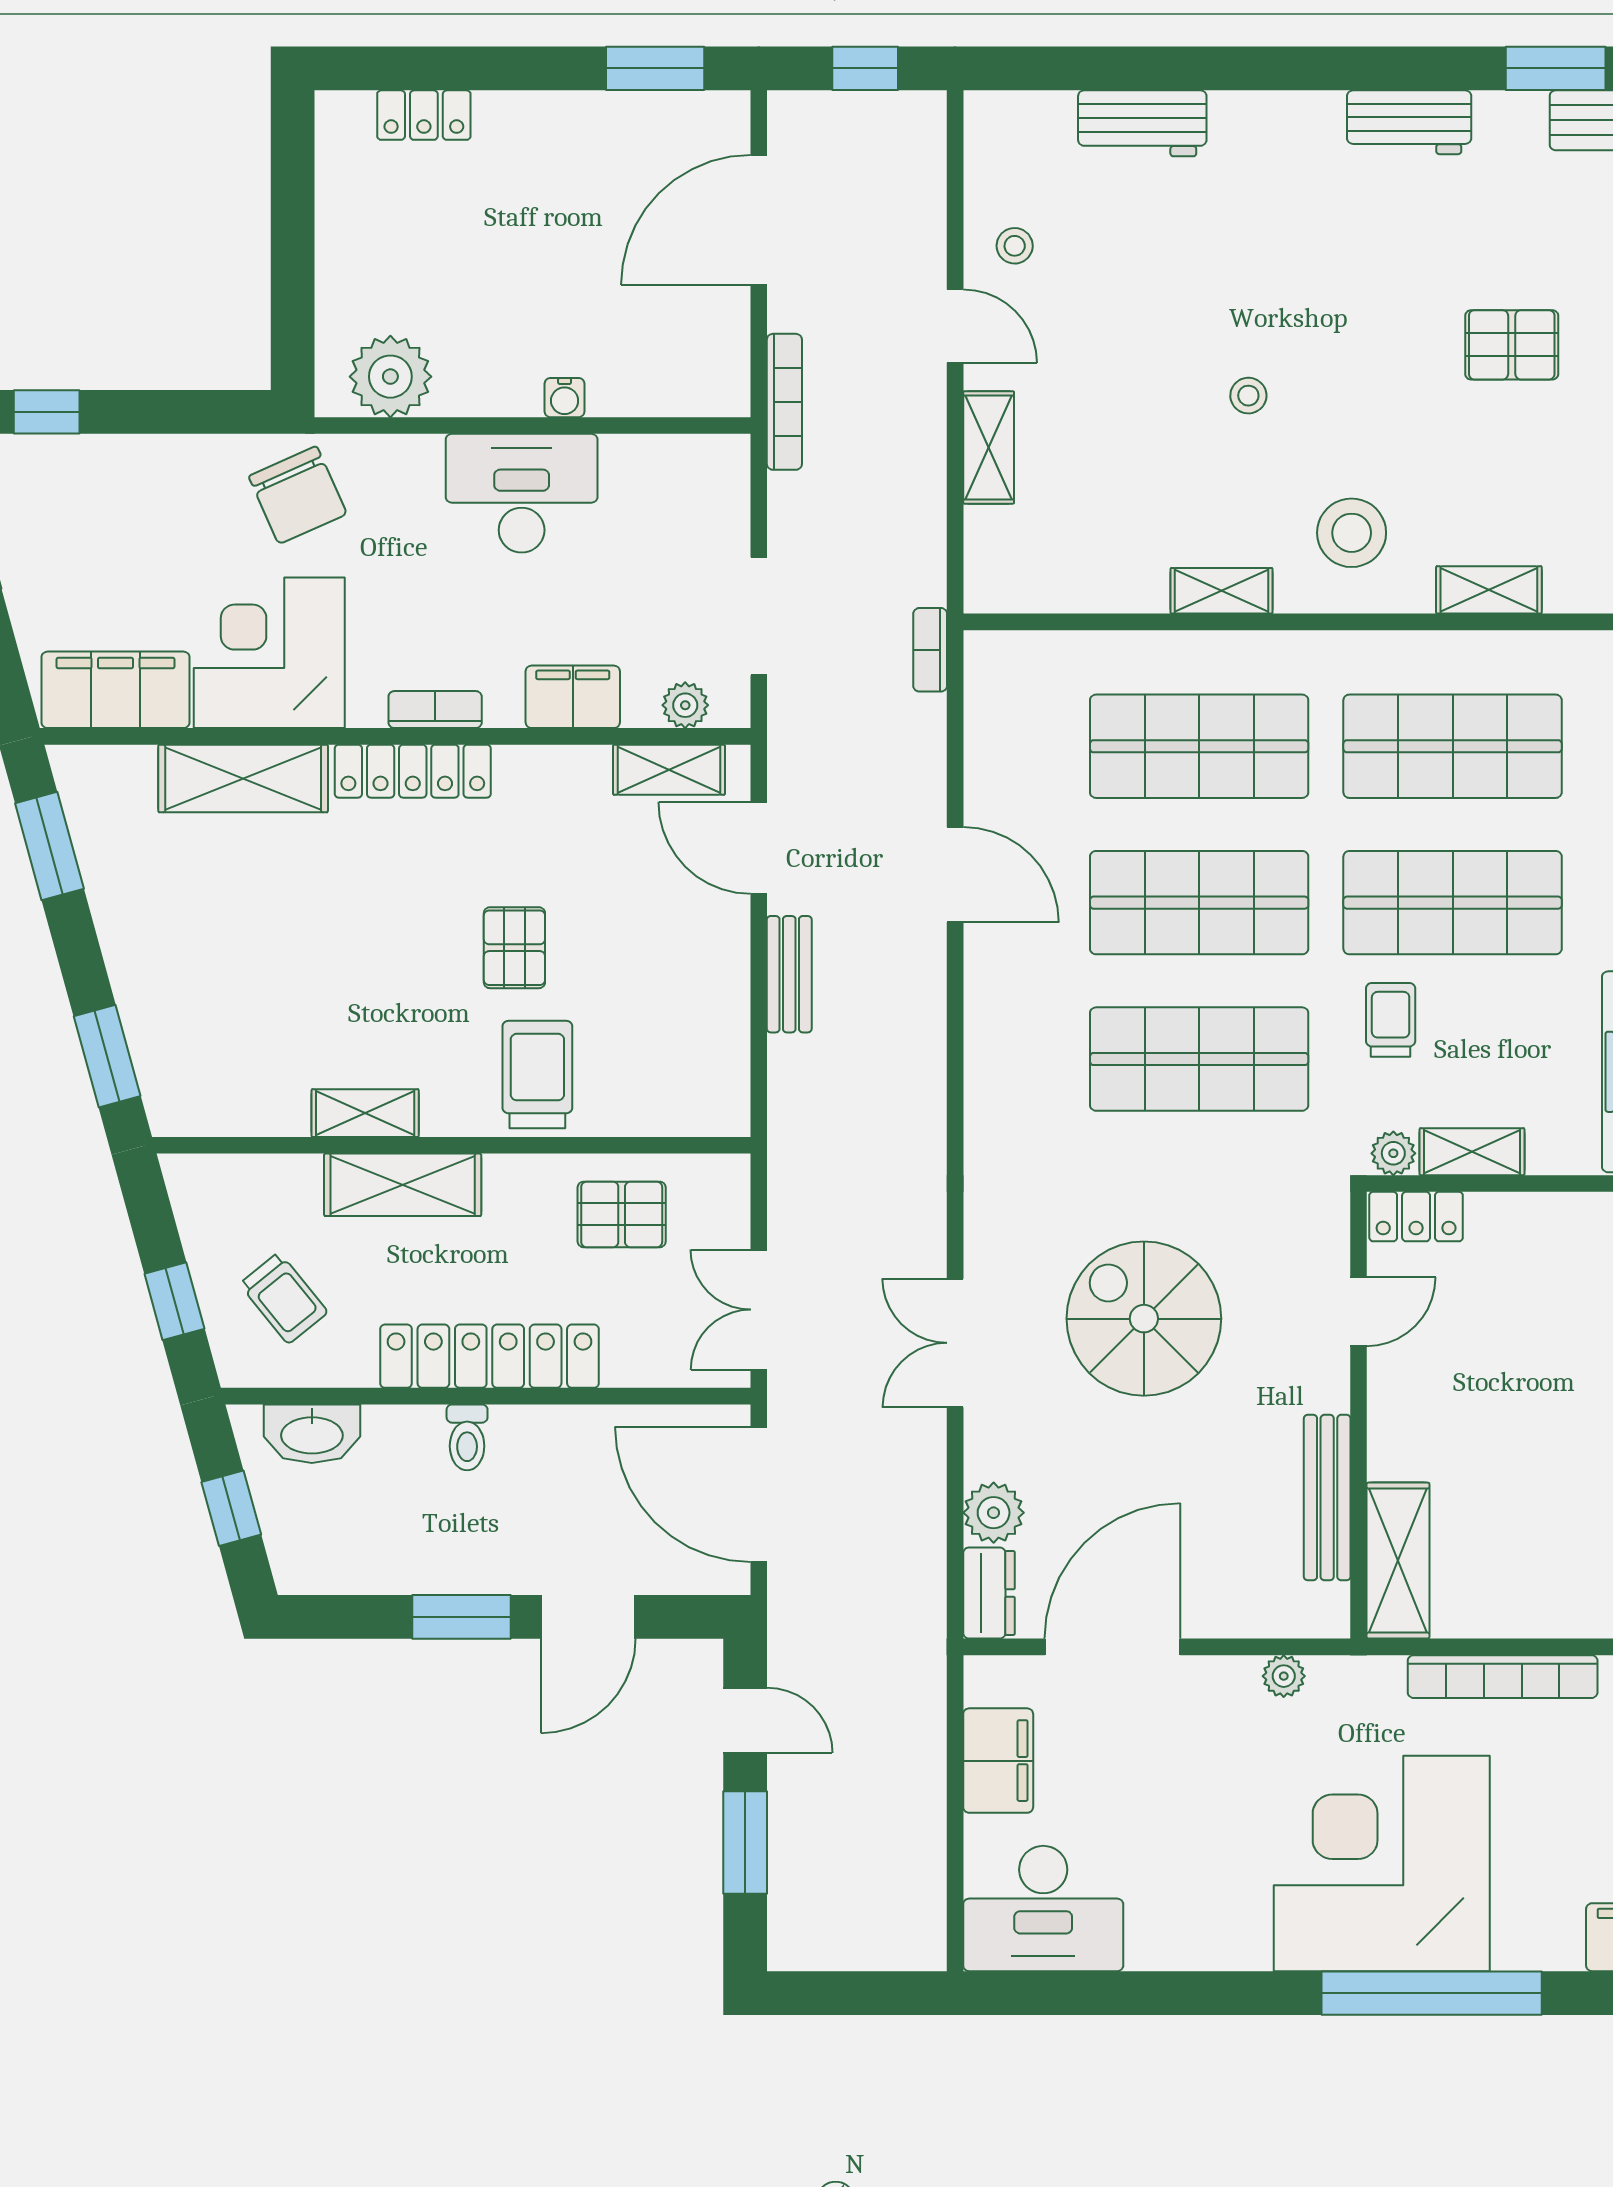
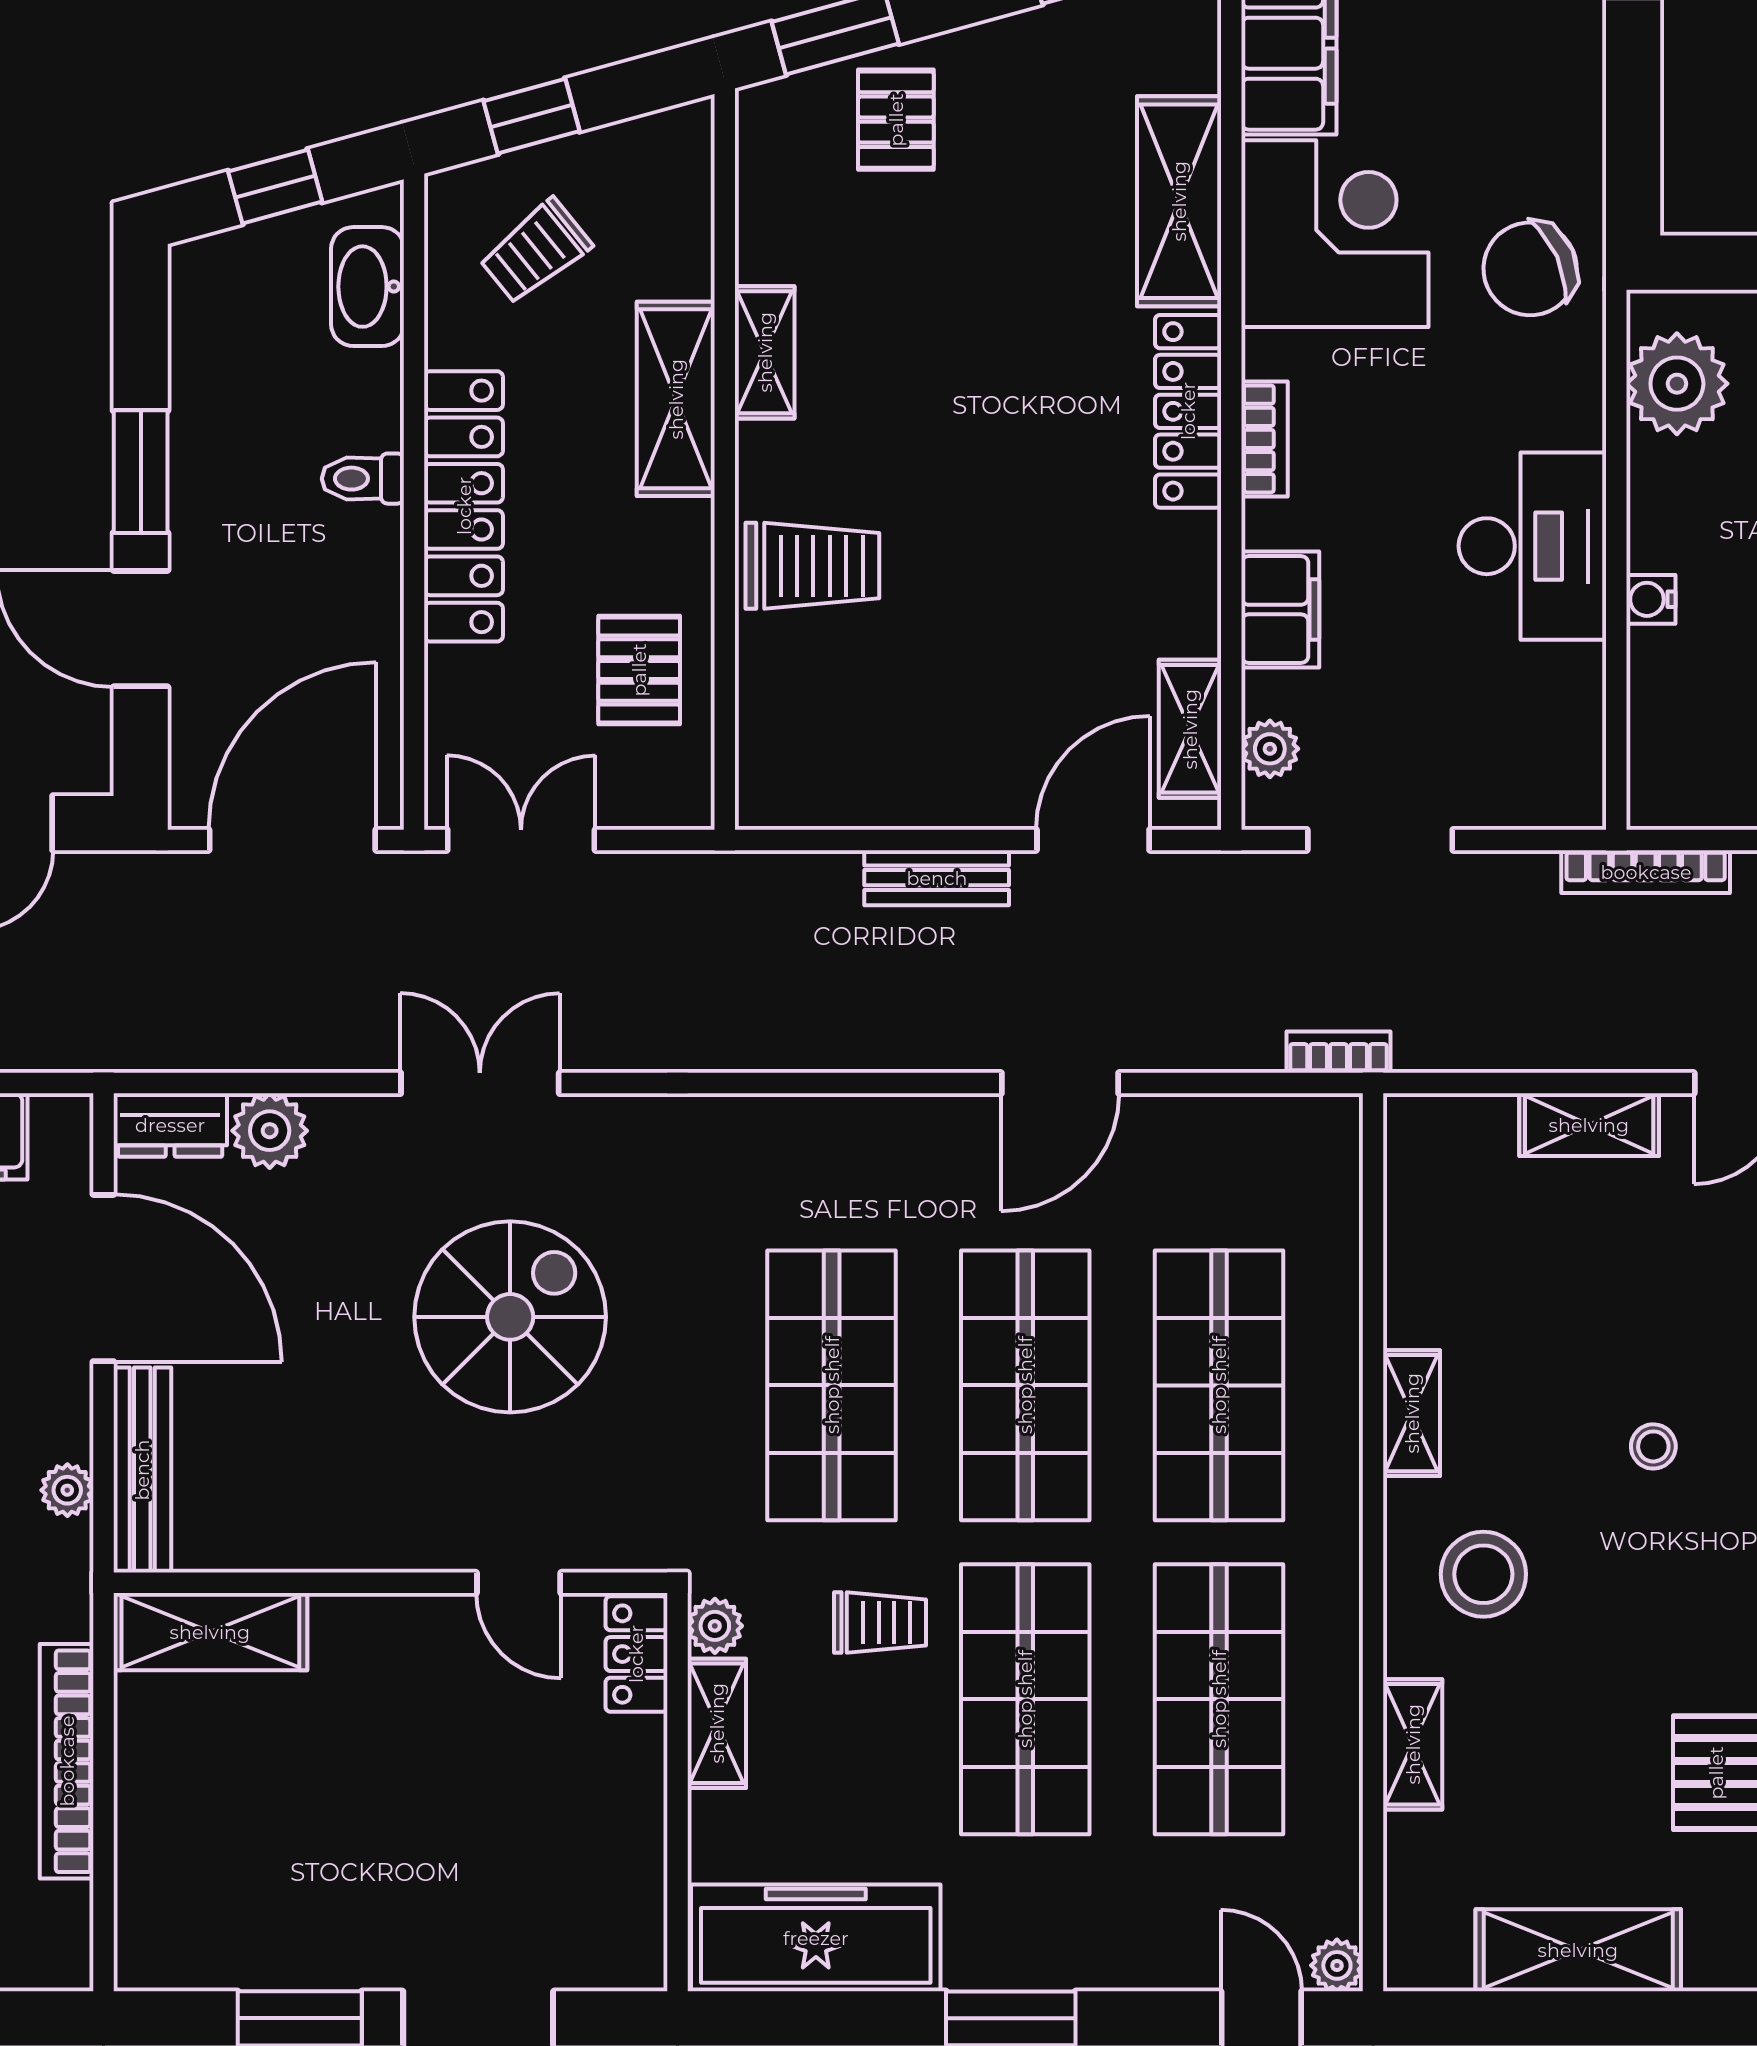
pallet: (514, 948) -> (896, 120), moved, turned 90
bench: (1327, 1498) -> (142, 1470), moved, turned 90

